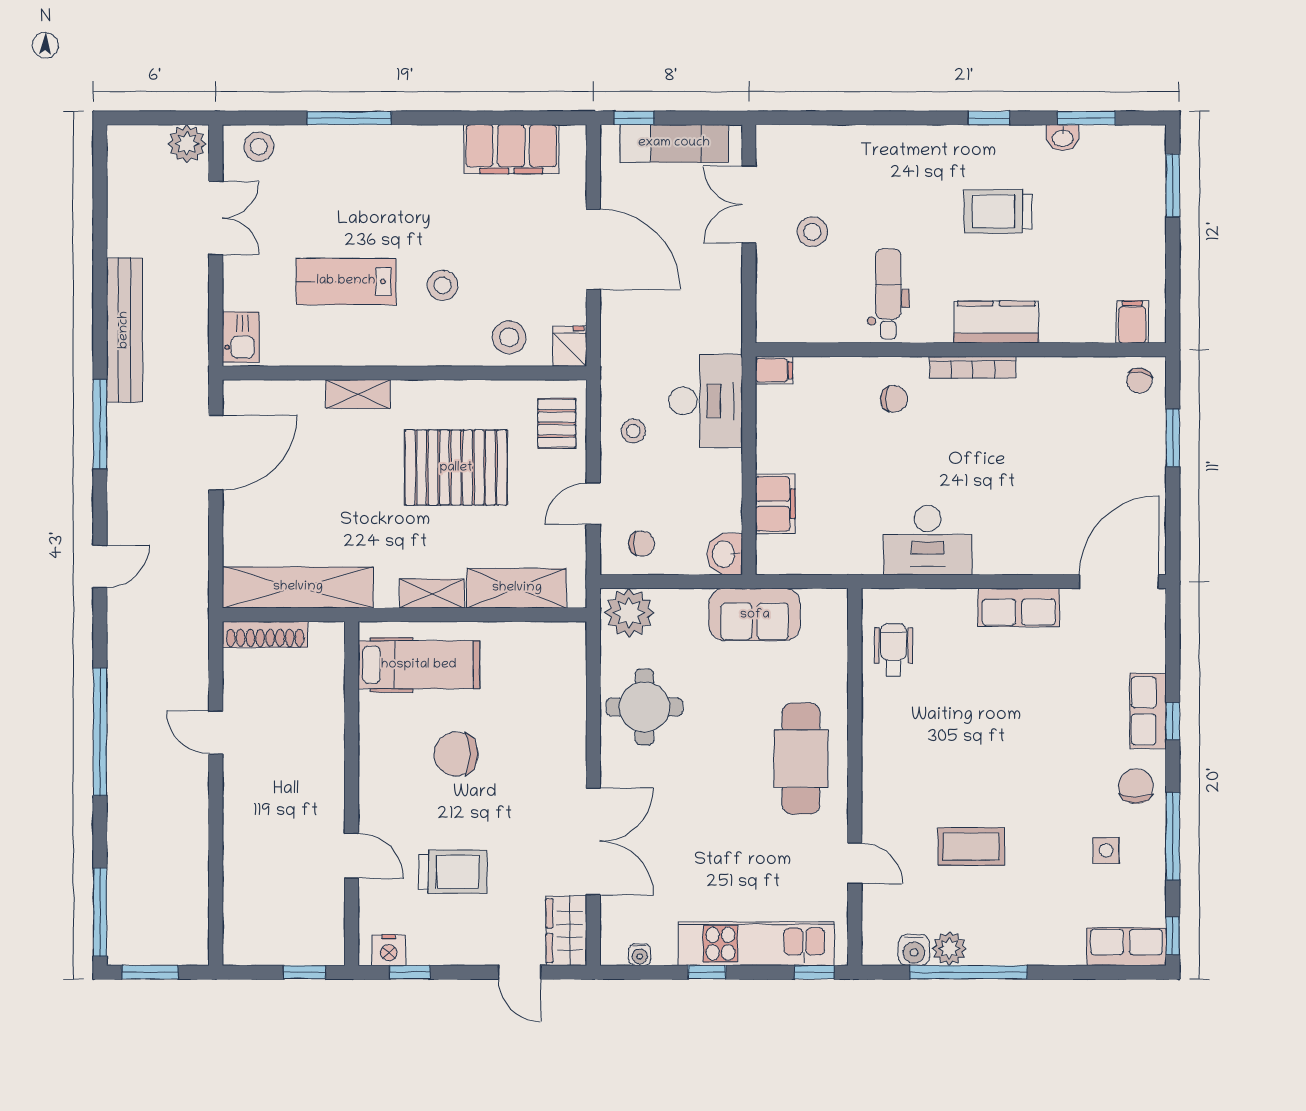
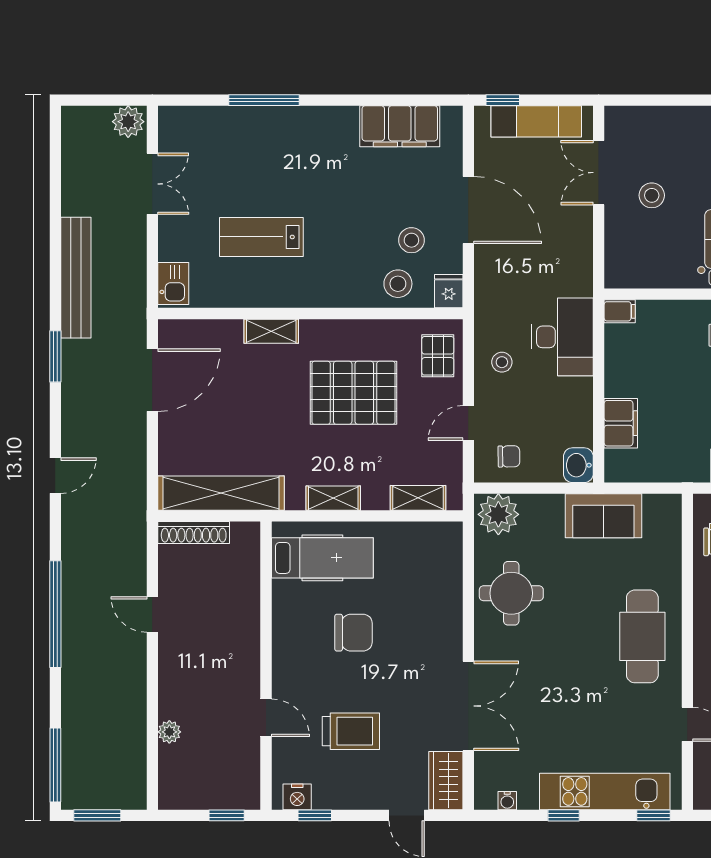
stool: (259, 147) -> (188, 124), removed
stool: (442, 285) -> (411, 240), moved
window: (100, 424) -> (55, 356), width x0.69
shelving: (517, 588) -> (418, 498), width x0.67, depth x0.75
chair: (456, 754) -> (353, 633), turned 180
plant: (236, 873) -> (169, 732), added

